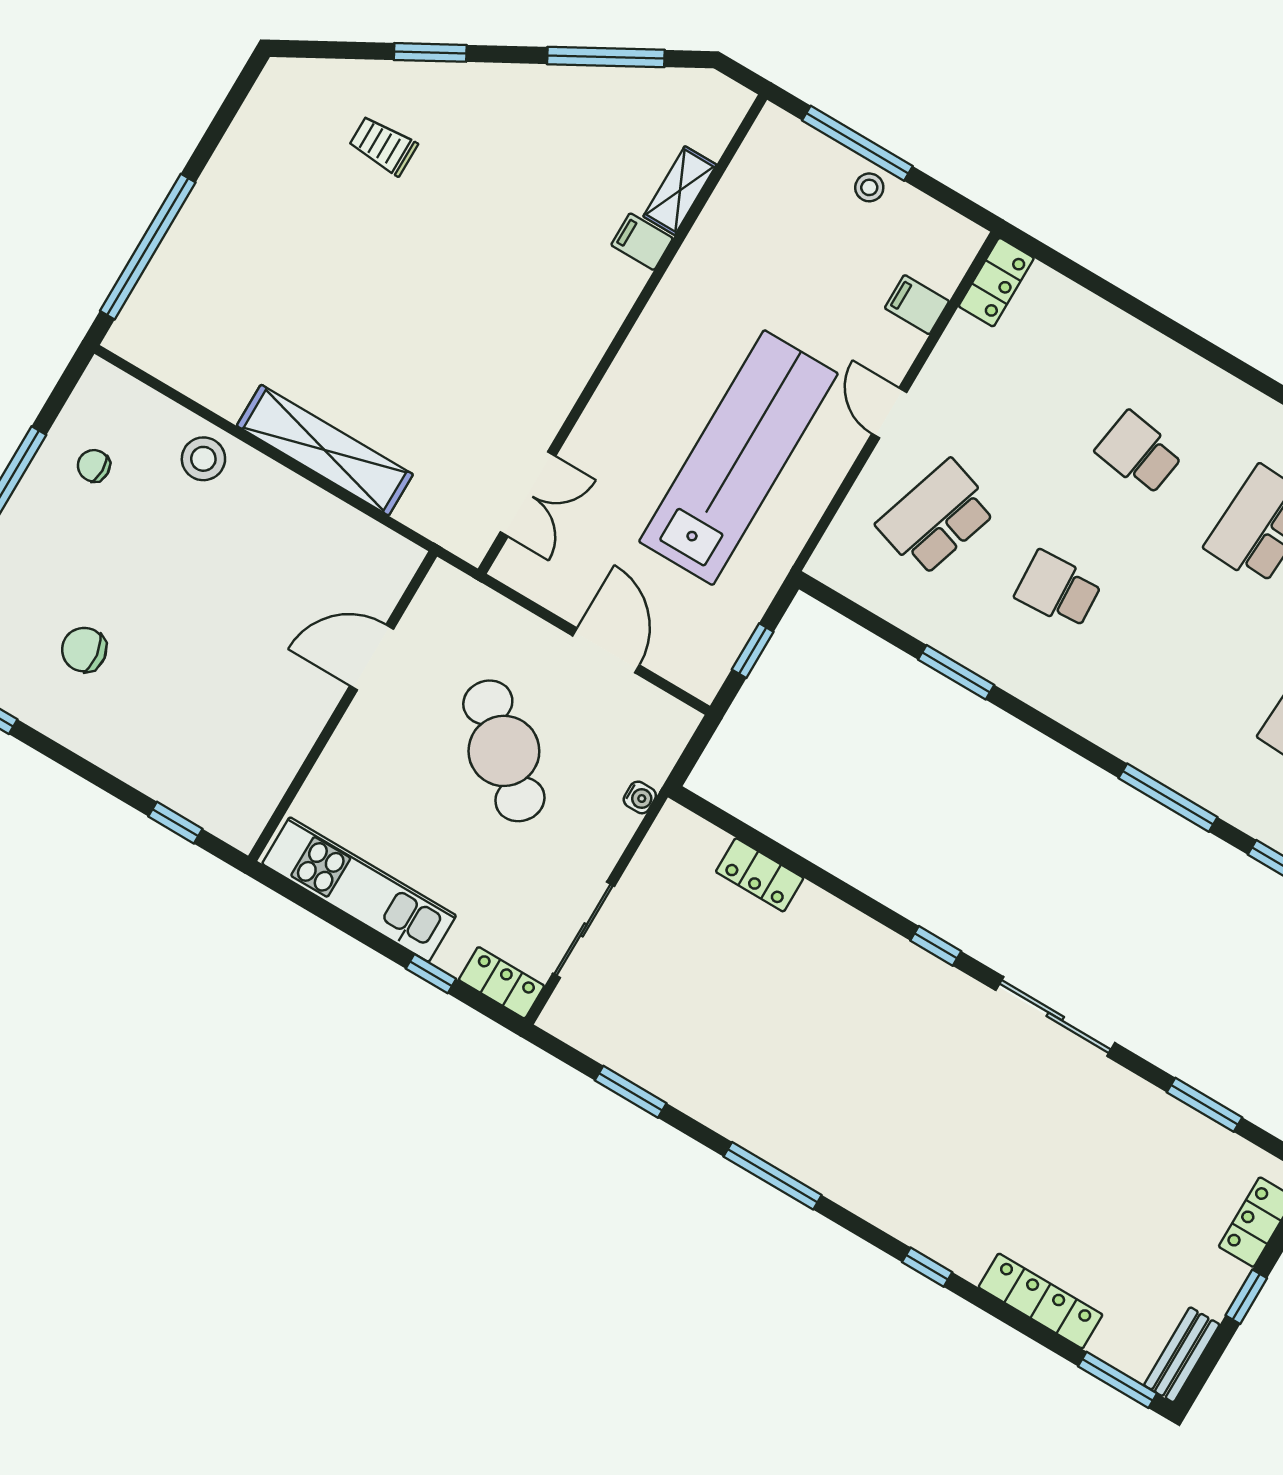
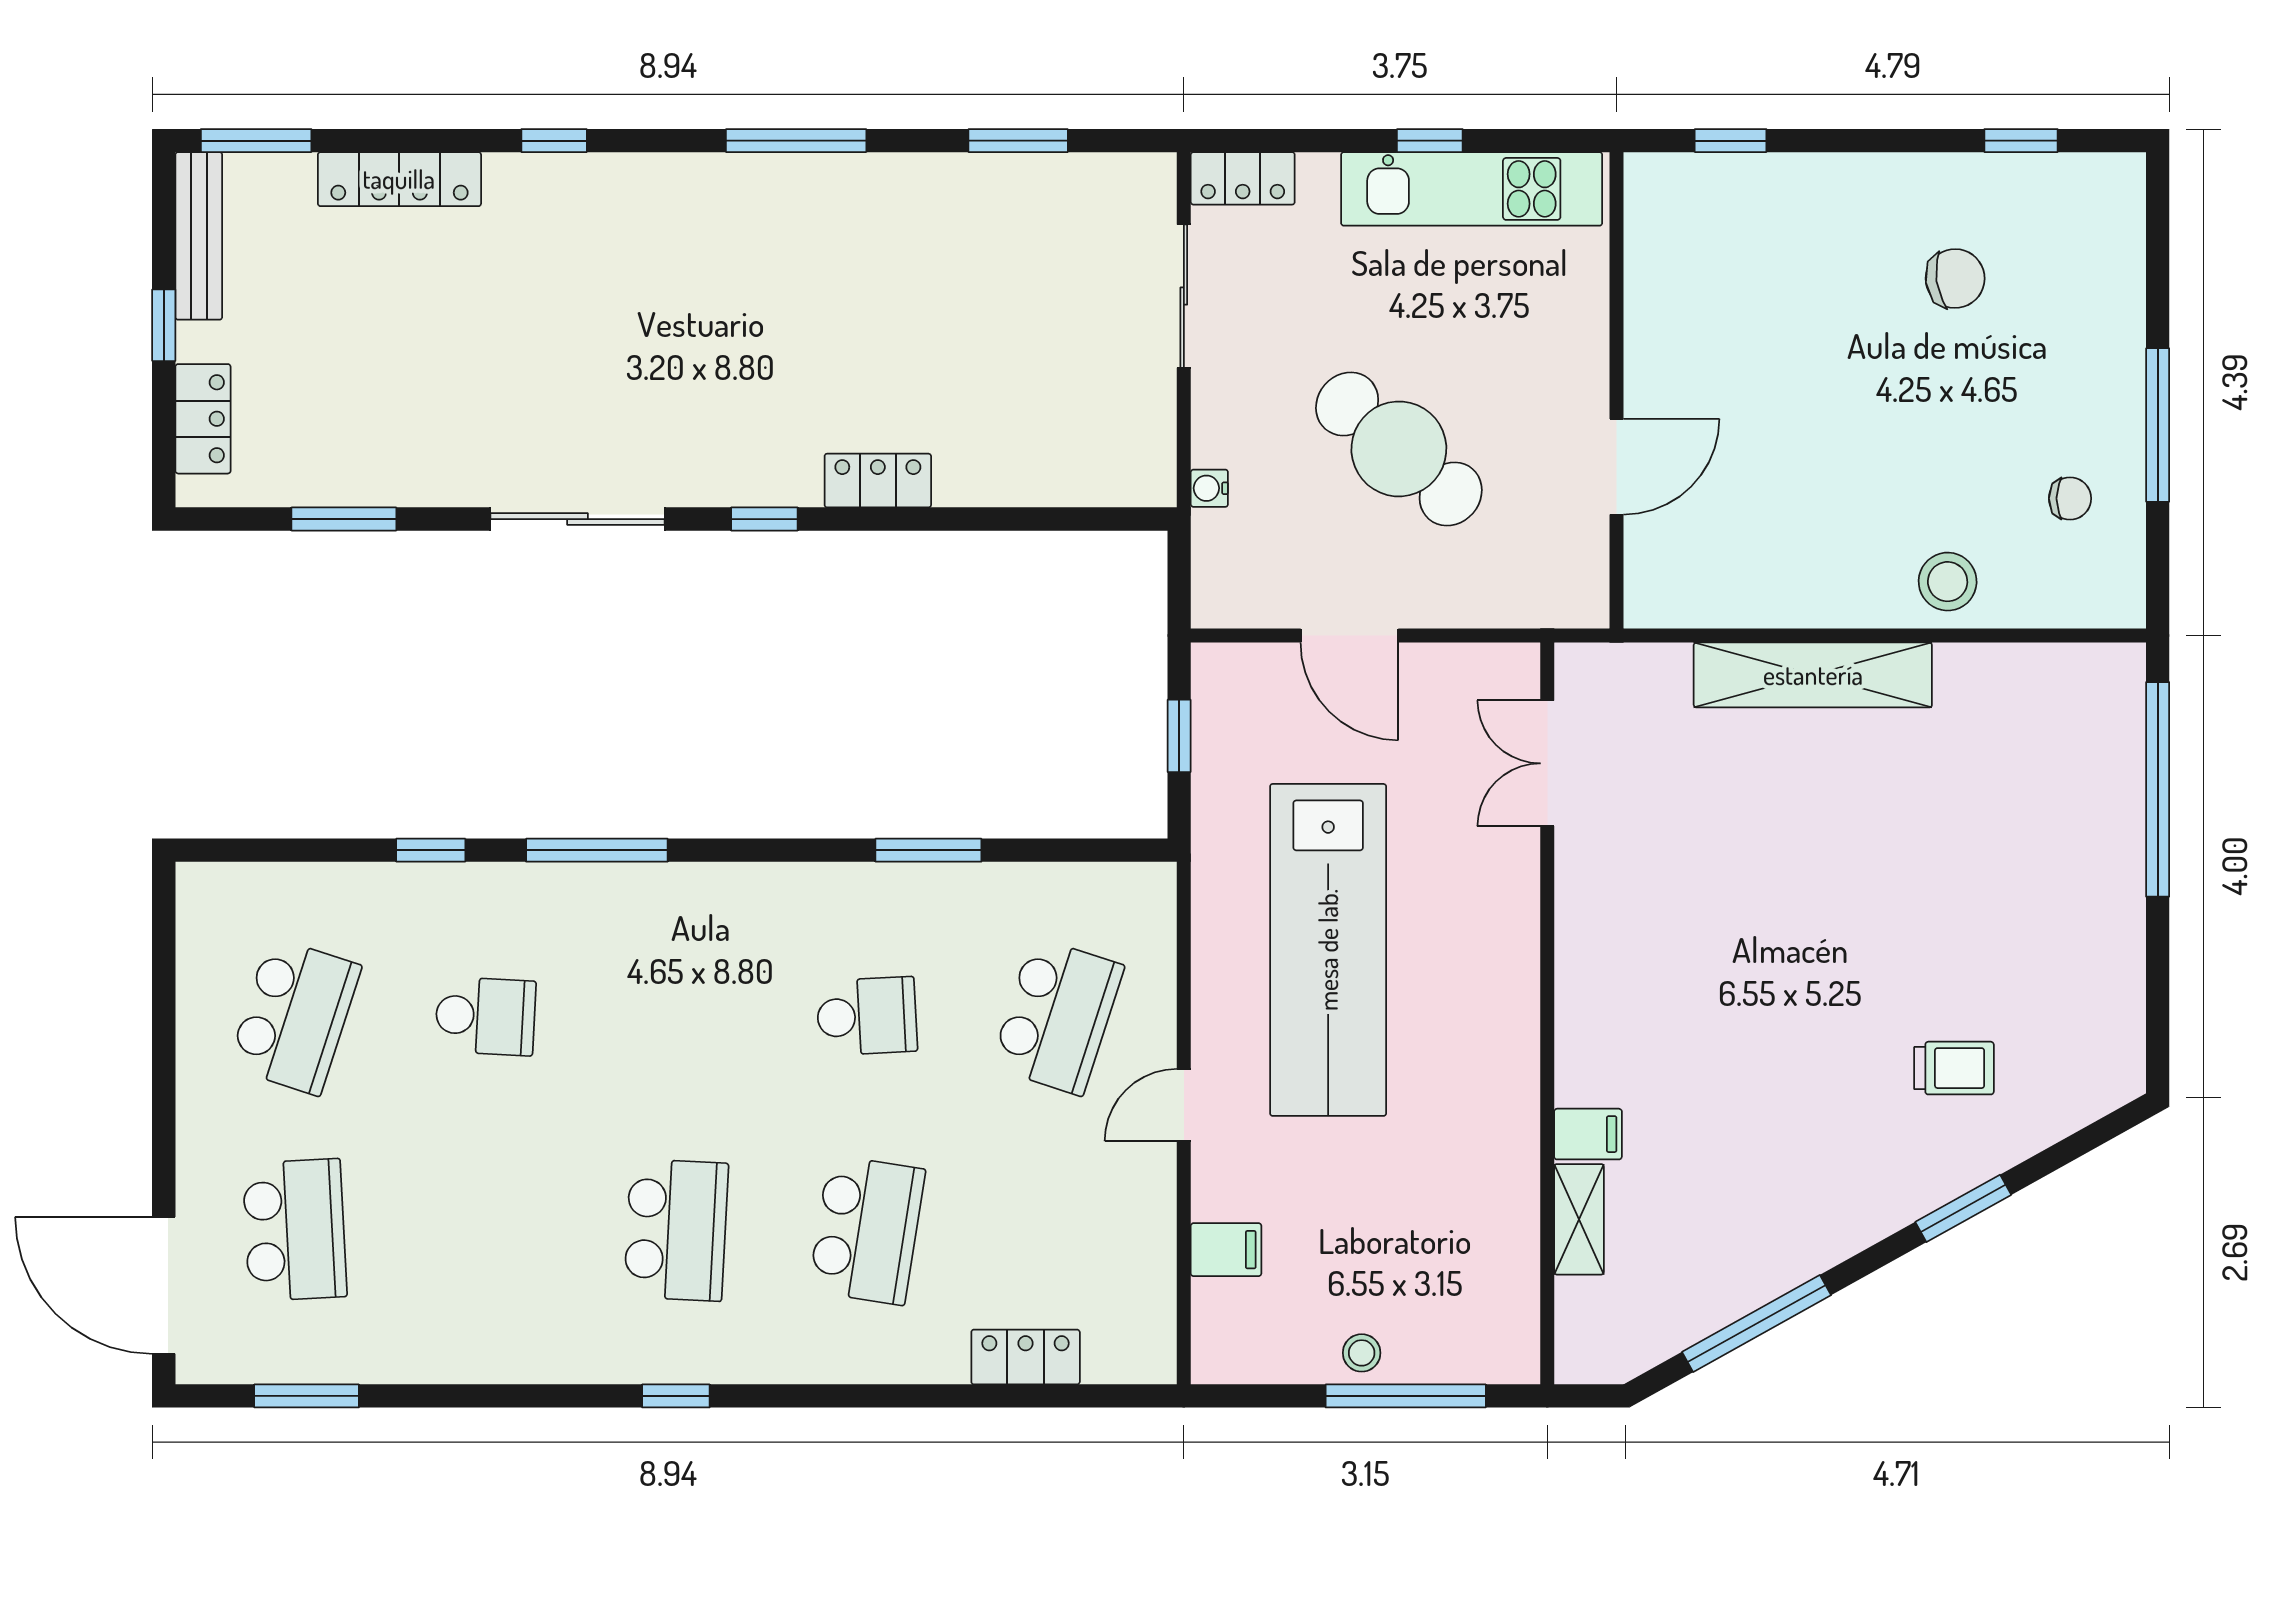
locker: (996, 282) -> (1026, 1357), moved, turned 90
door: (889, 413) -> (1184, 1105), swing flipped
school desk: (1139, 453) -> (867, 1230), width x1.85
locker: (760, 875) -> (878, 481), moved
window: (431, 974) -> (1430, 141), moved
bench: (1182, 1355) -> (199, 236), width x1.36

